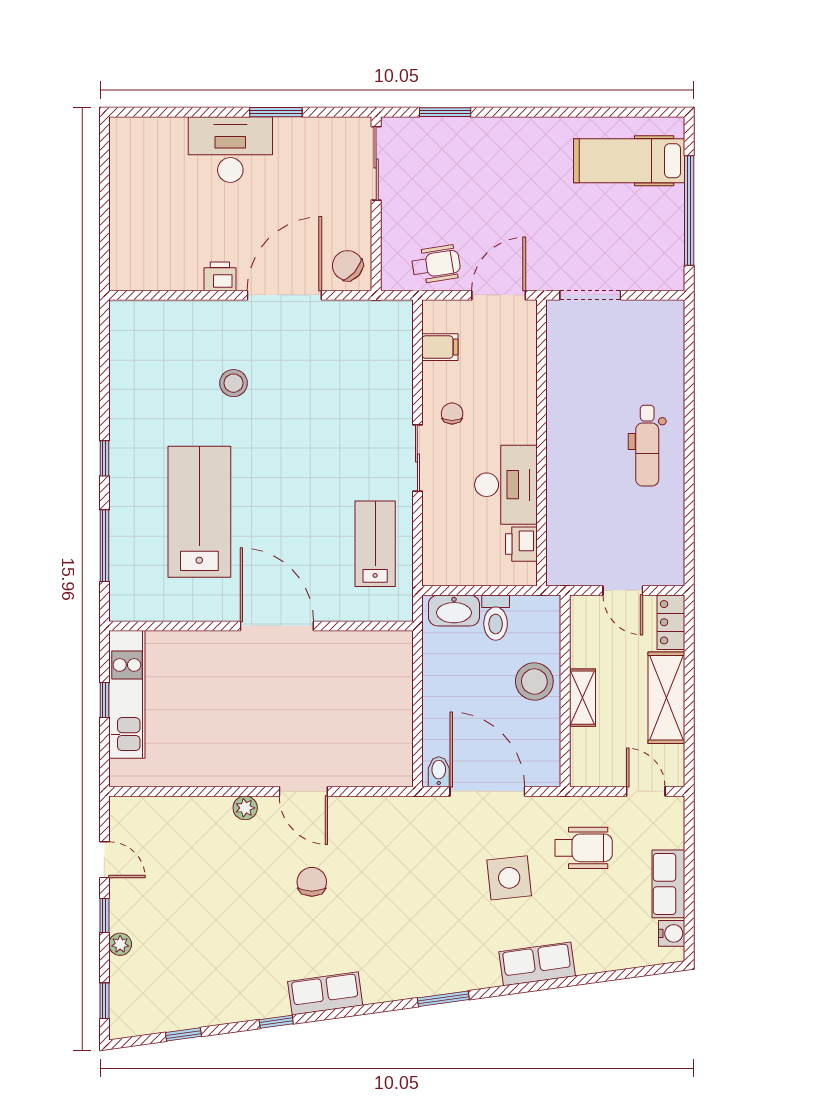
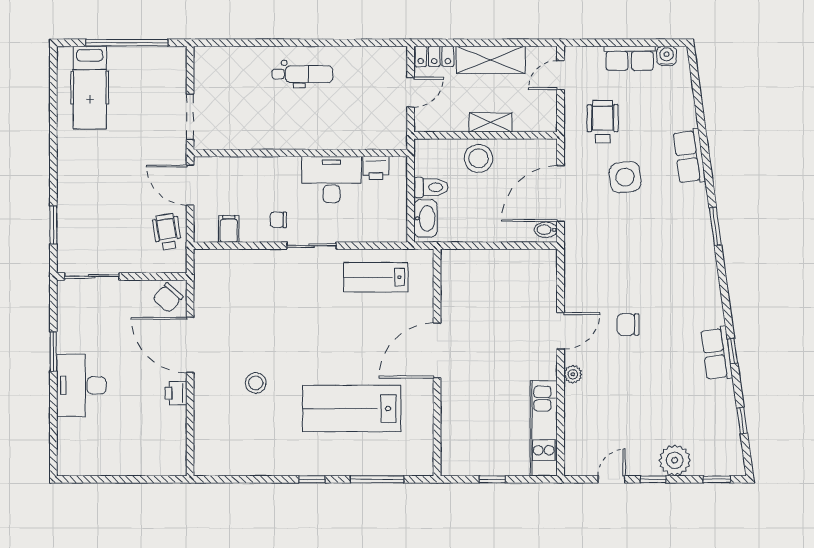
kitchen unit: (127, 694) -> (544, 428), moved, turned -90
plant: (120, 944) -> (675, 460), width x1.88, depth x1.88
row of seats: (325, 993) -> (717, 353), moved

